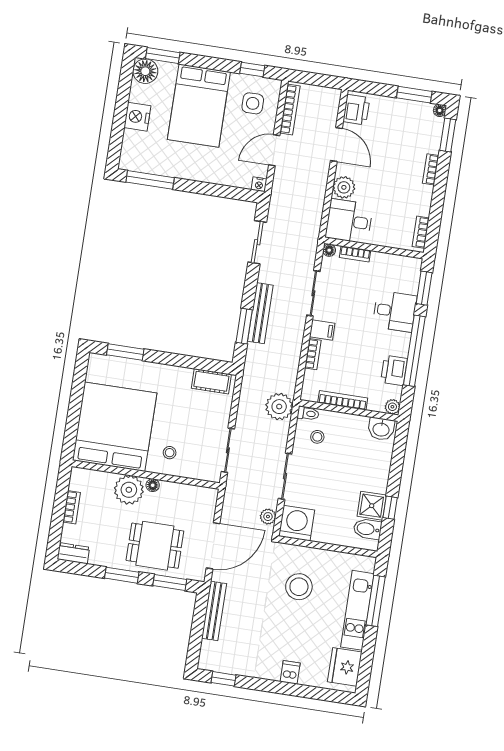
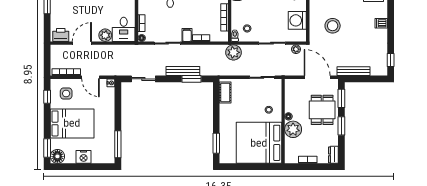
washing machine: (297, 523) -> (297, 20), moved

